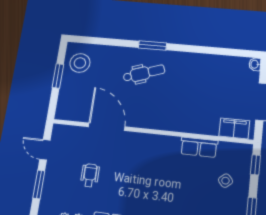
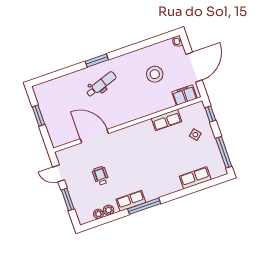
stool: (80, 63) -> (155, 74), moved

